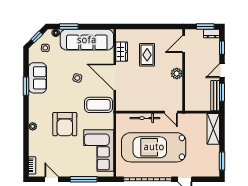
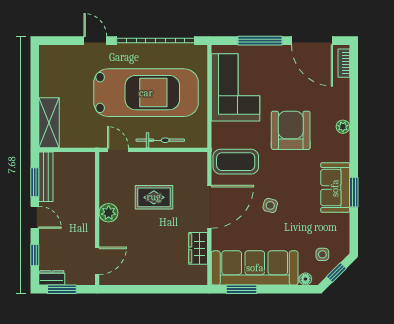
window: (69, 26) -> (242, 289), moved
rug: (147, 55) -> (154, 197), moved, turned 90
door: (222, 71) -> (35, 217), hinge flipped
door: (115, 77) -> (209, 207), hinge flipped
sofa: (37, 78) -> (335, 188), moved
window: (222, 161) -> (35, 70), removed
door: (52, 179) -> (312, 41), width x1.87

